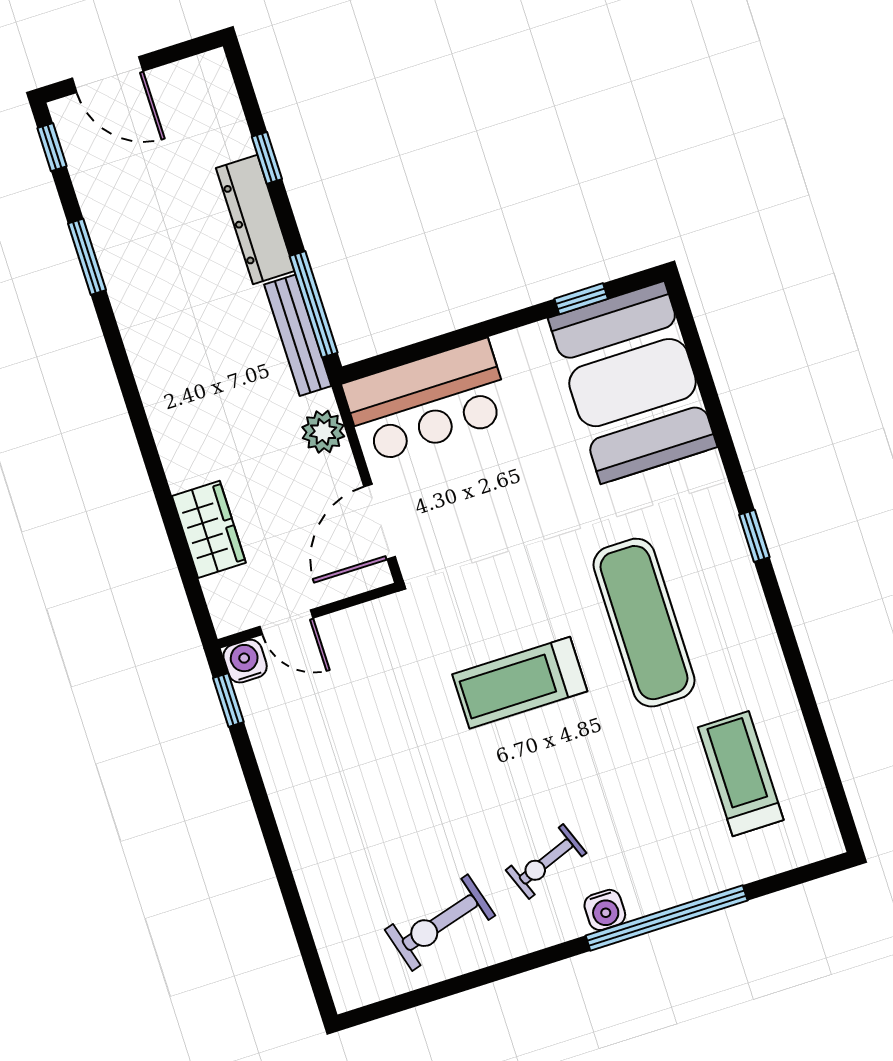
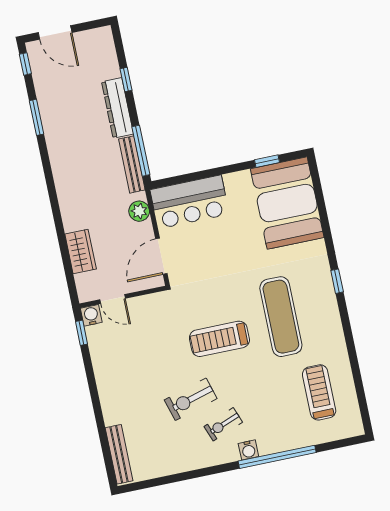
exercise bike: (440, 923) -> (191, 399), moved
bench: (334, 947) -> (119, 454), added

